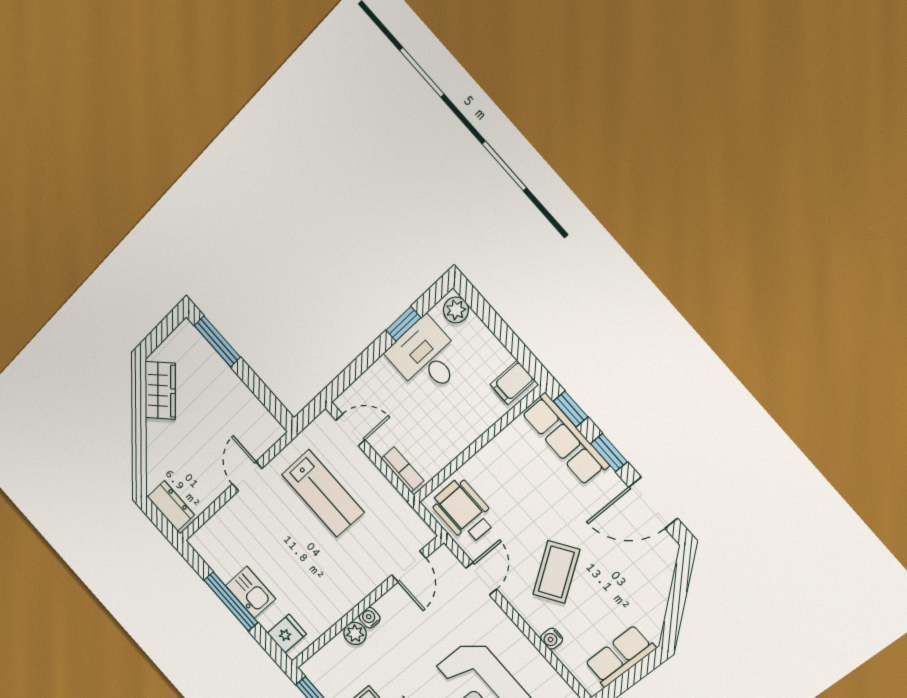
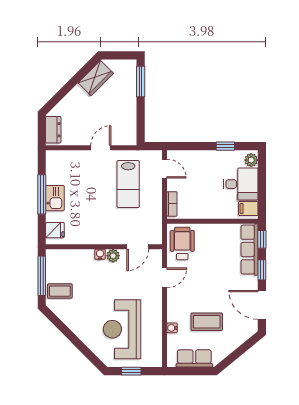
desk: (426, 357) -> (241, 184), moved, turned 90
coffee table: (556, 572) -> (207, 322), moved, turned 34
plant: (355, 633) -> (113, 256), moved

